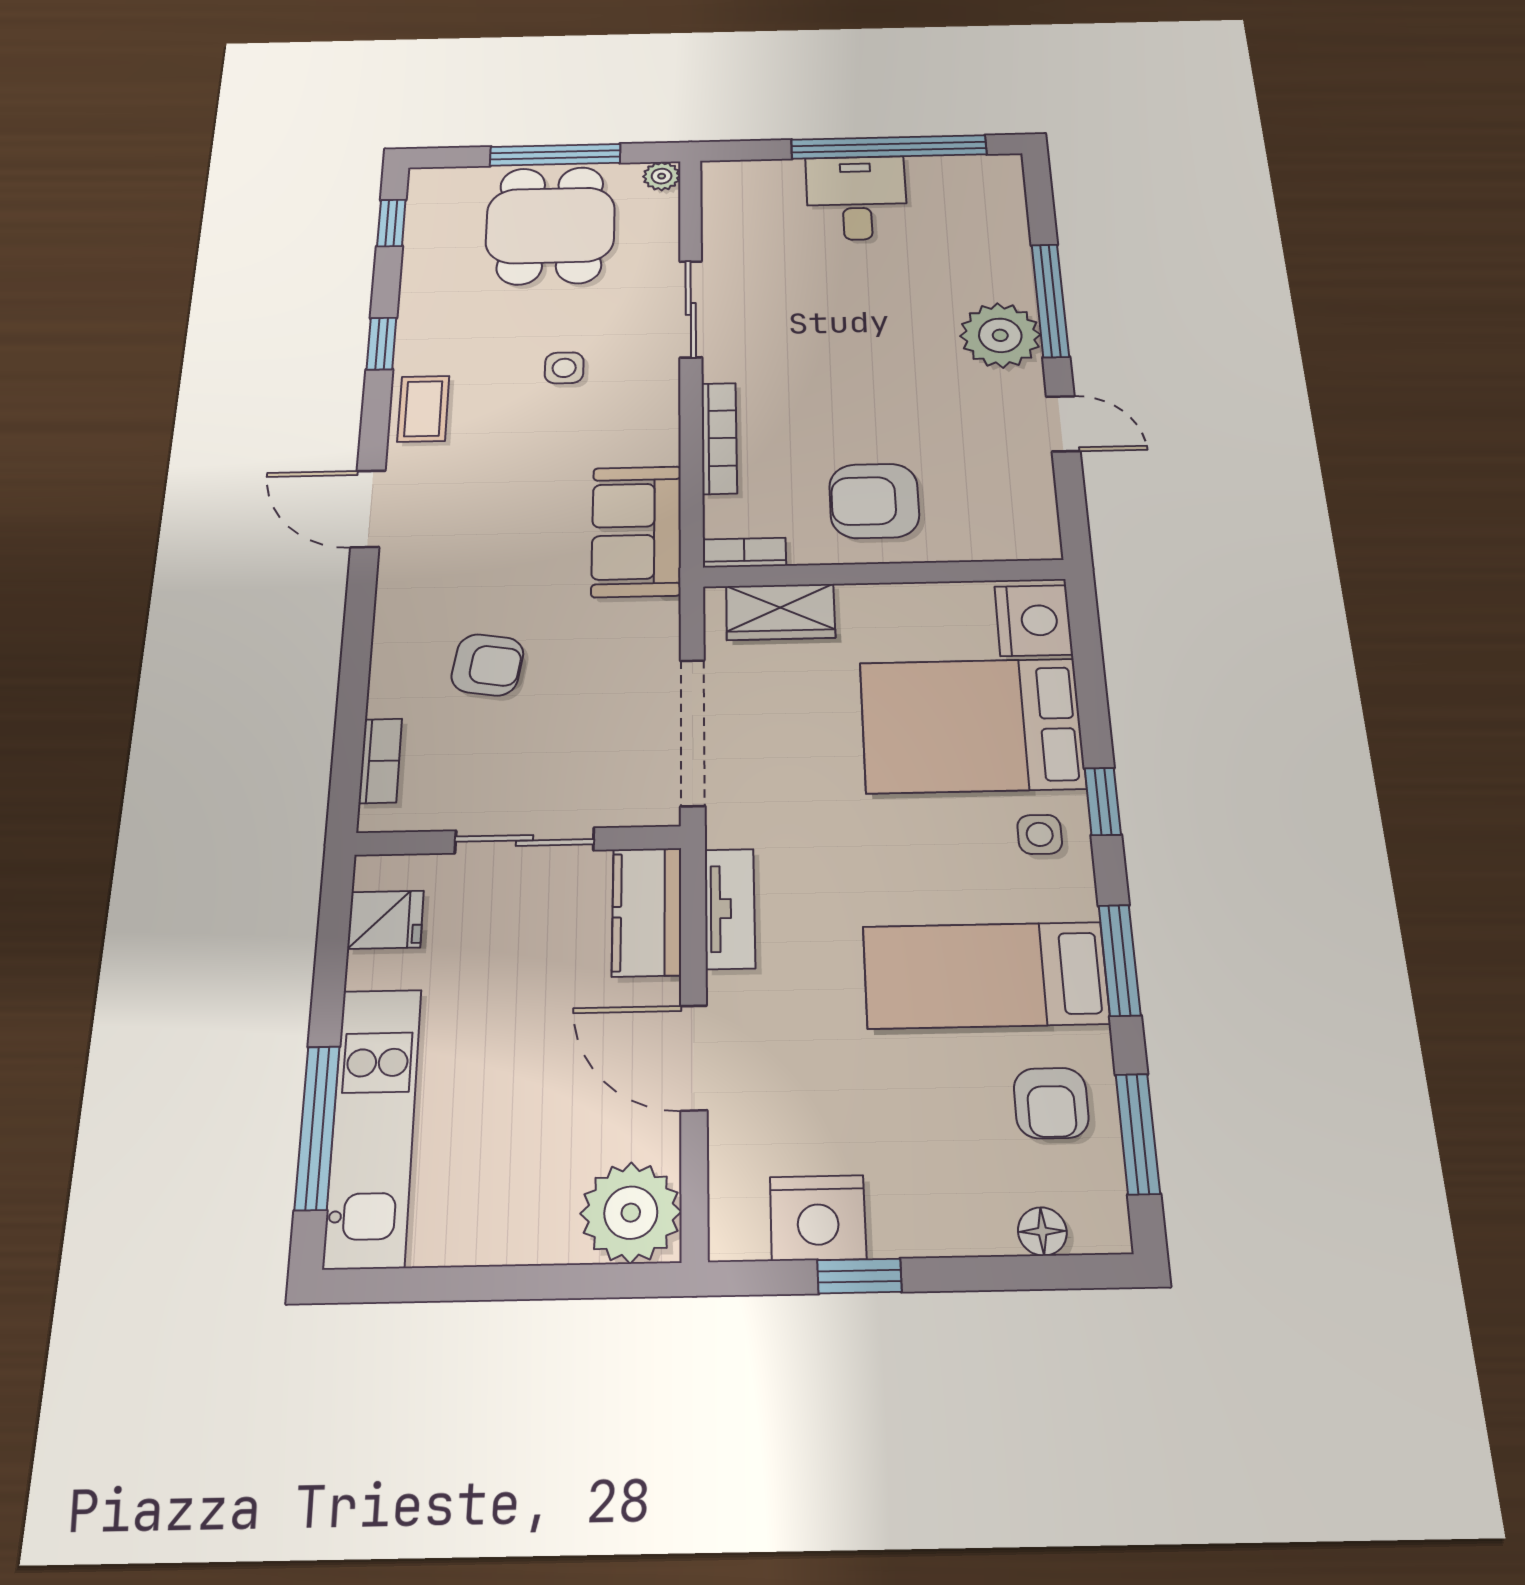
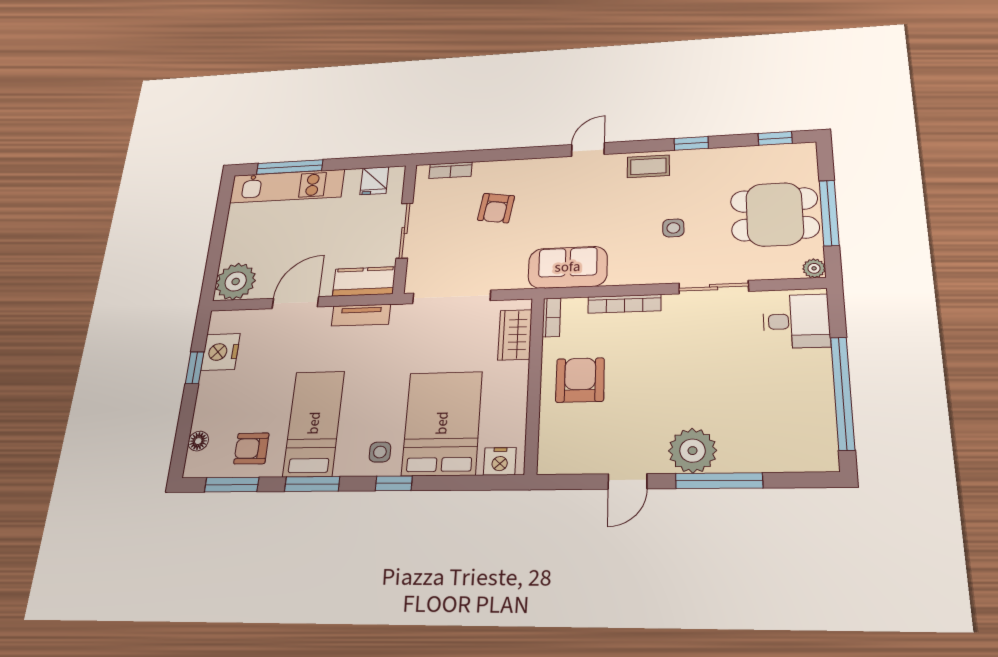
desk: (856, 198) -> (796, 321), moved
door: (368, 509) -> (588, 149), width x0.73
nightstand: (1034, 620) -> (500, 461), width x0.74, depth x0.75

